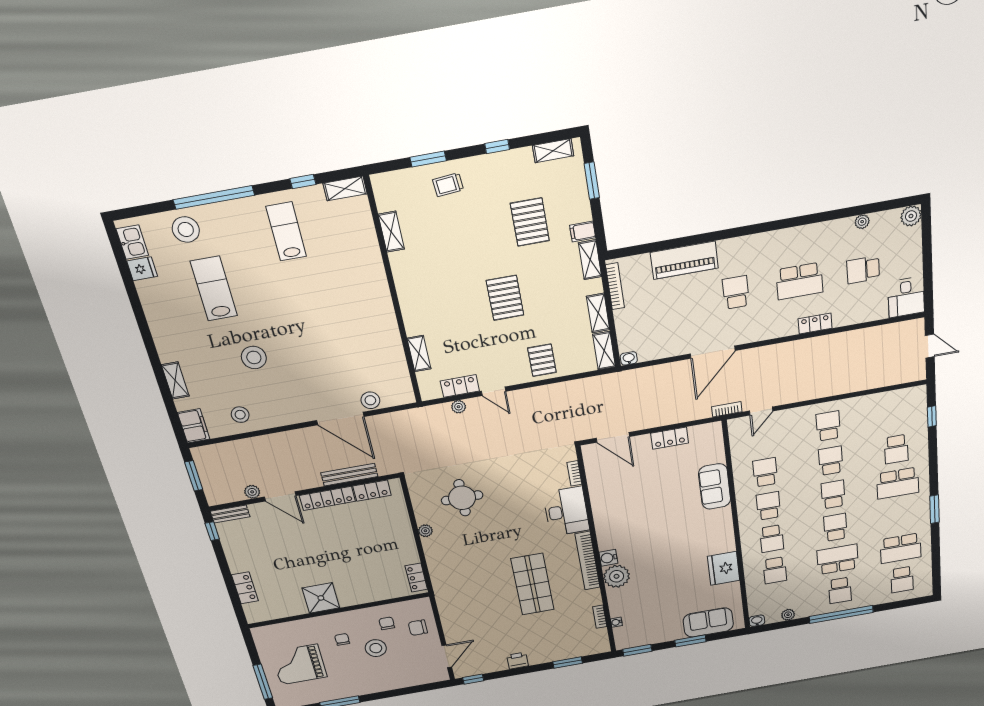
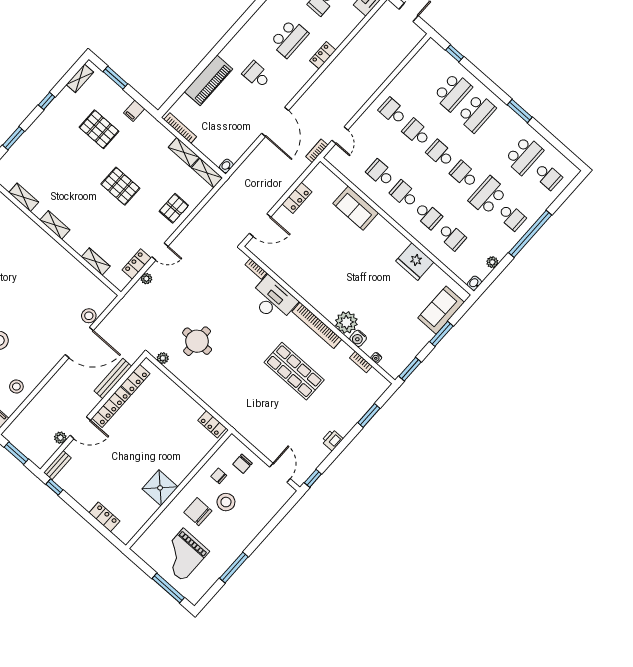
trolley: (448, 185) -> (36, 144), removed
shelving: (590, 260) -> (55, 225), moved
pallet: (542, 360) -> (174, 208), turned 90
school desk: (896, 449) -> (453, 92), width x1.85
plant: (425, 531) -> (163, 358), moved
water cooler: (608, 558) -> (358, 338), moved
chair: (342, 639) -> (198, 512), width x1.87, depth x1.87

